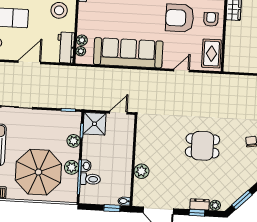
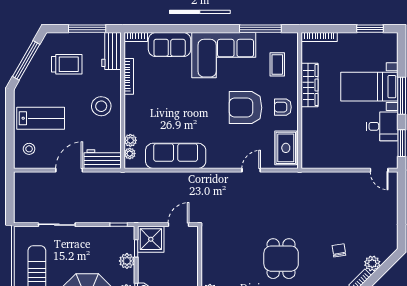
armchair: (211, 19) -> (283, 107), turned -90
workbench: (66, 48) -> (103, 159), moved, turned 90
sofa: (128, 53) -> (176, 156), width x0.74, depth x0.79
dining table: (202, 146) -> (281, 259), turned 90

